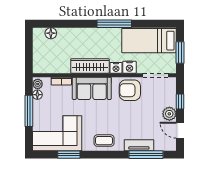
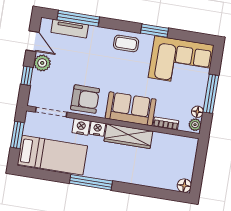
floor lamp: (51, 33) -> (184, 186), moved
tv unit: (139, 145) -> (70, 29), moved
window: (69, 155) -> (154, 31), moved

